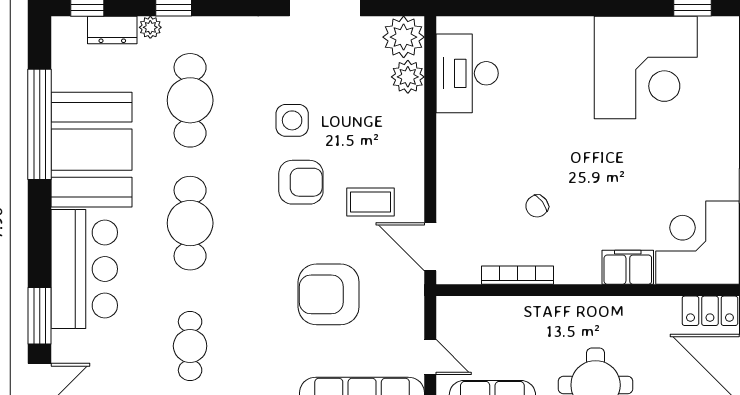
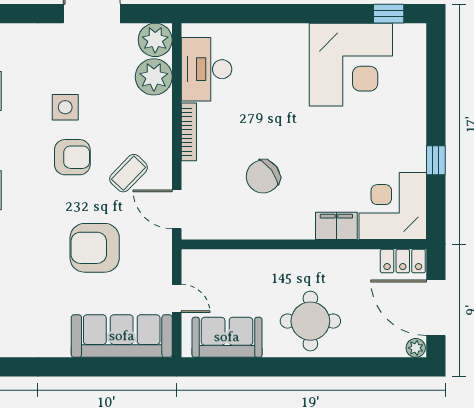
plant: (408, 77) -> (154, 77), width x1.36, depth x1.36
coffee table: (370, 202) -> (129, 173), turned -46
chair: (537, 206) -> (263, 176), width x1.87, depth x1.87
bookcase: (518, 275) -> (189, 132), moved, turned 90

